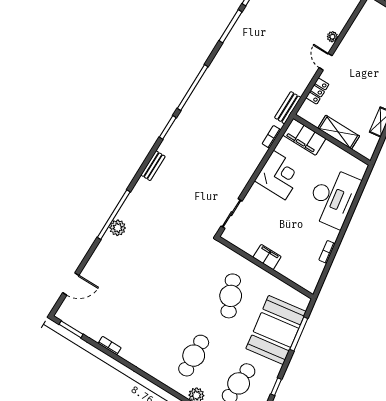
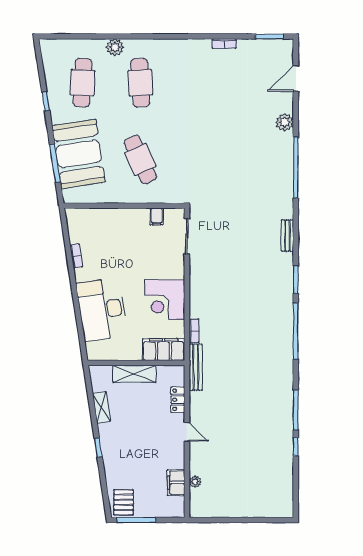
filing cabinet: (359, 27) -> (176, 483), added
plant: (332, 37) -> (195, 482), moved
bench: (288, 108) -> (196, 367), width x1.36
plant: (118, 228) -> (285, 122), moved
filing cabinet: (267, 257) -> (156, 217), moved, width x0.50

